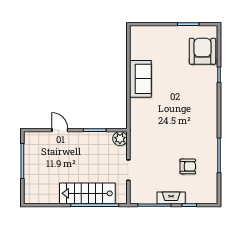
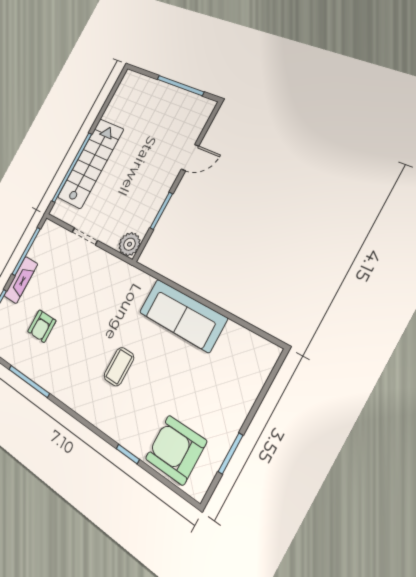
armchair: (202, 51) -> (176, 450), turned 180
sofa: (140, 79) -> (183, 315), width x1.36
coffee table: (183, 106) -> (119, 367), added

